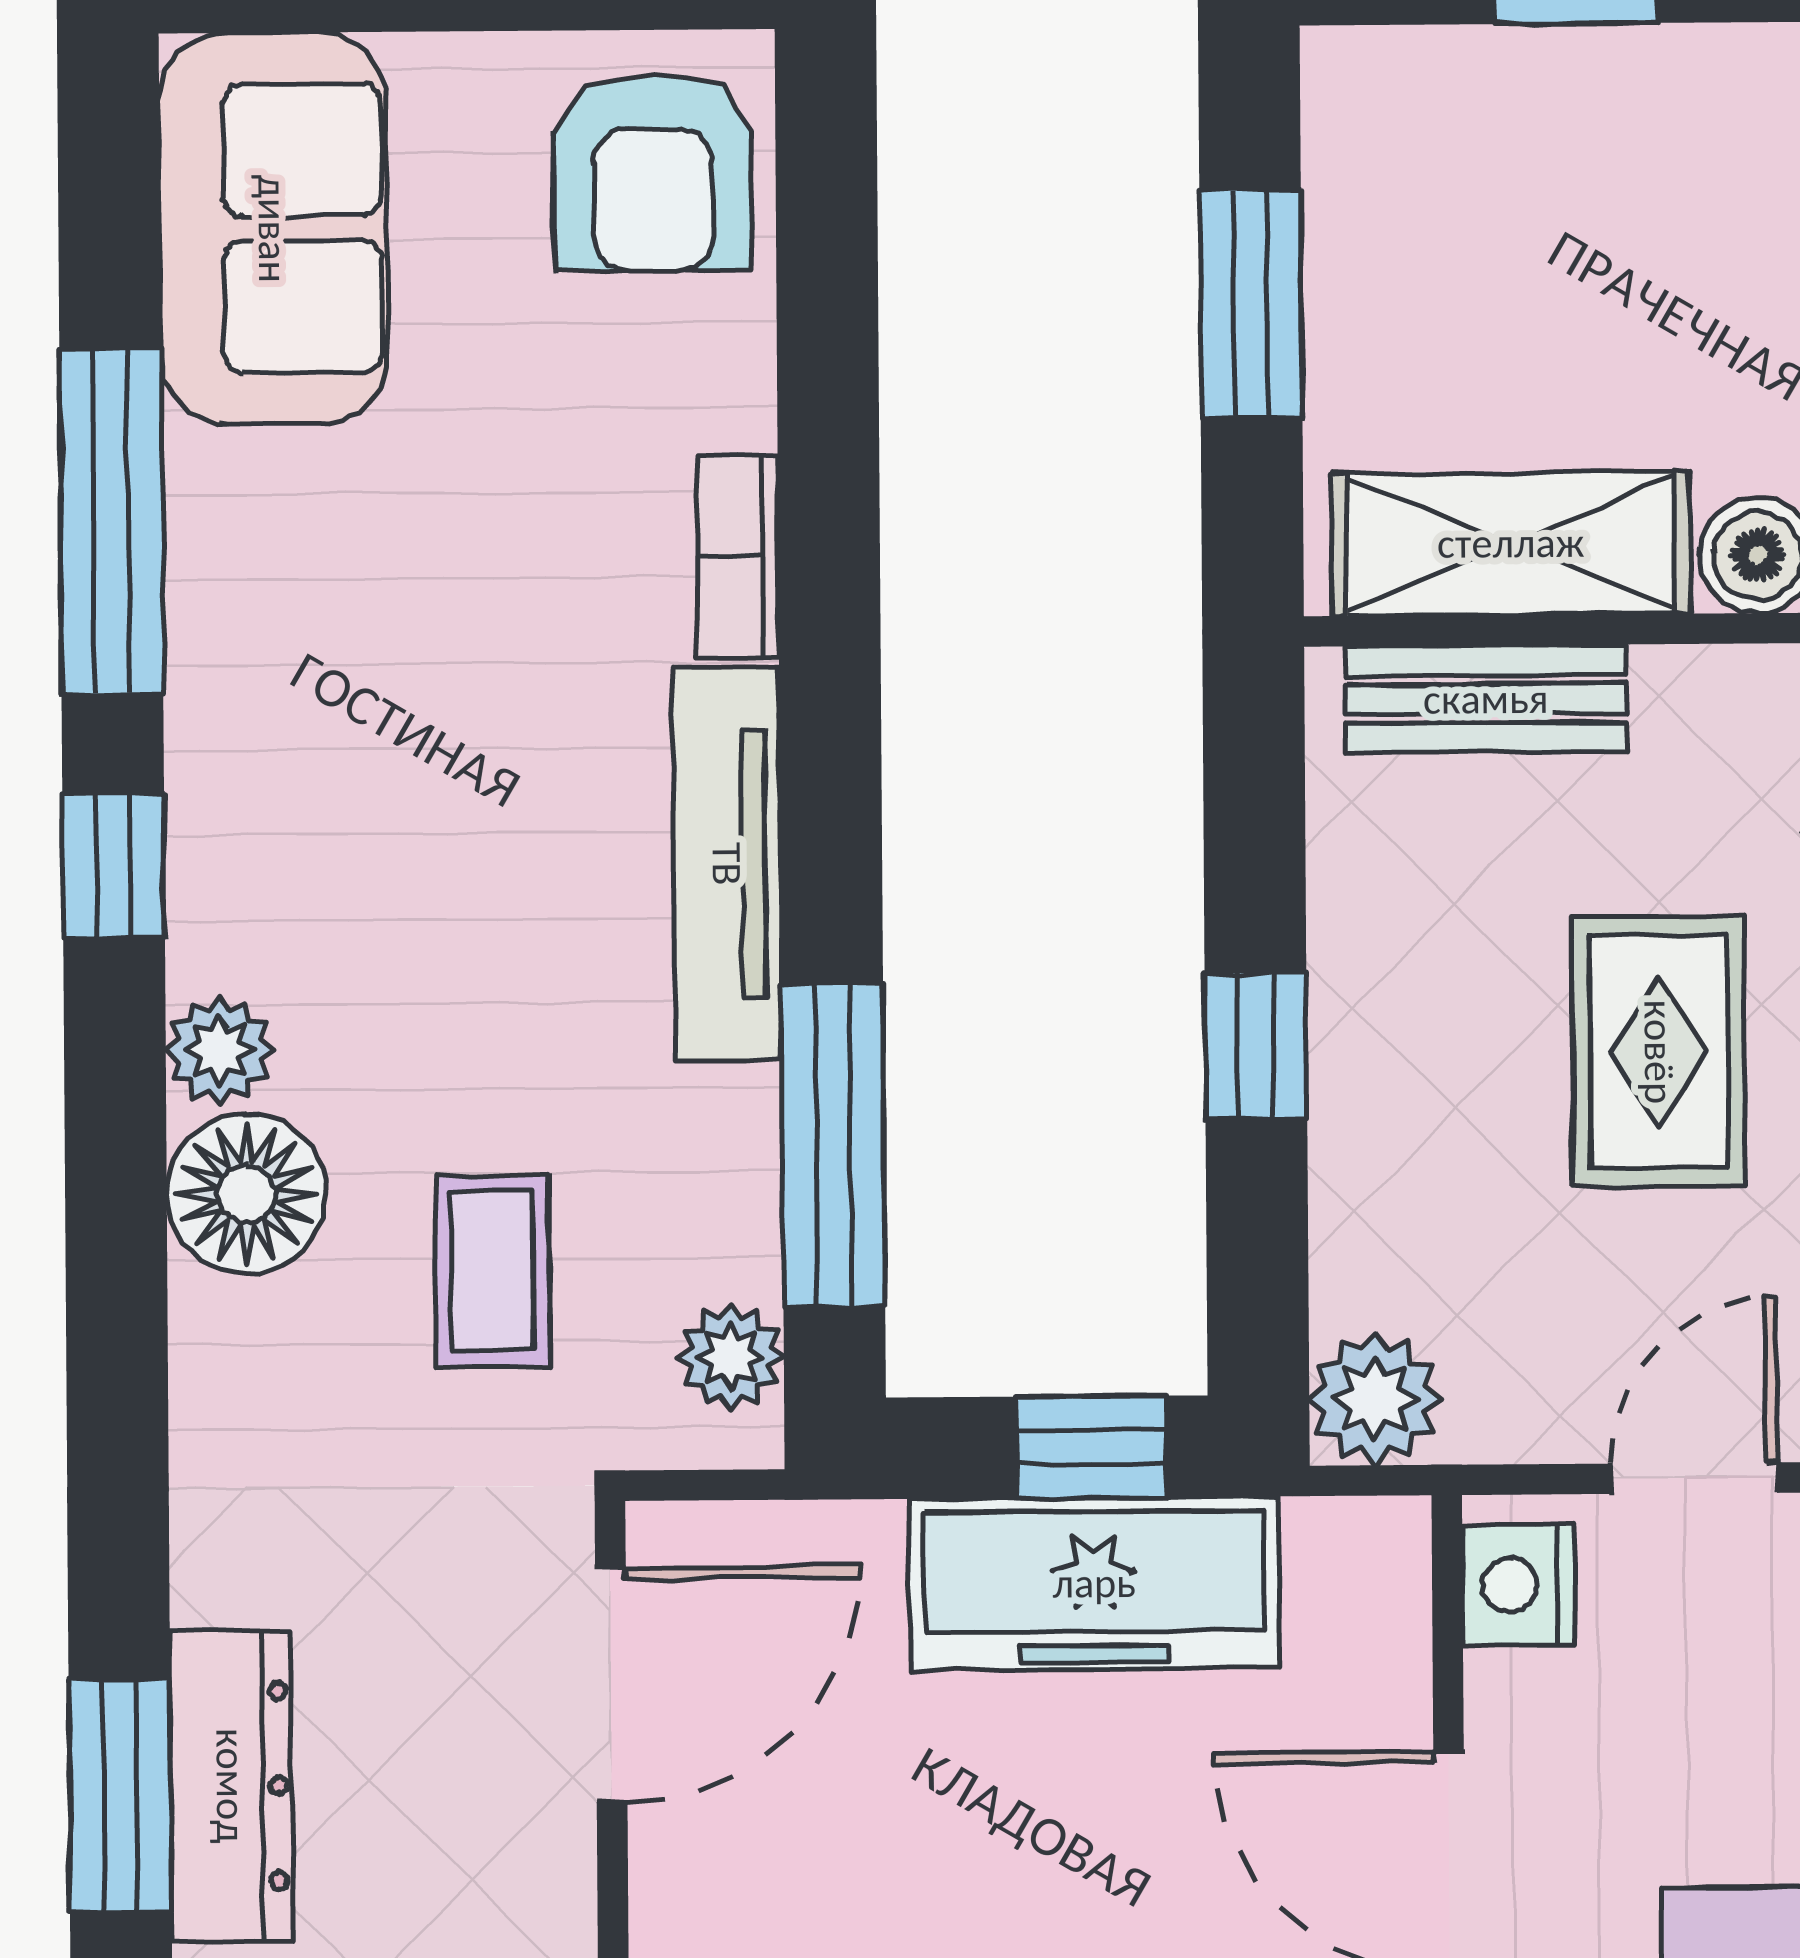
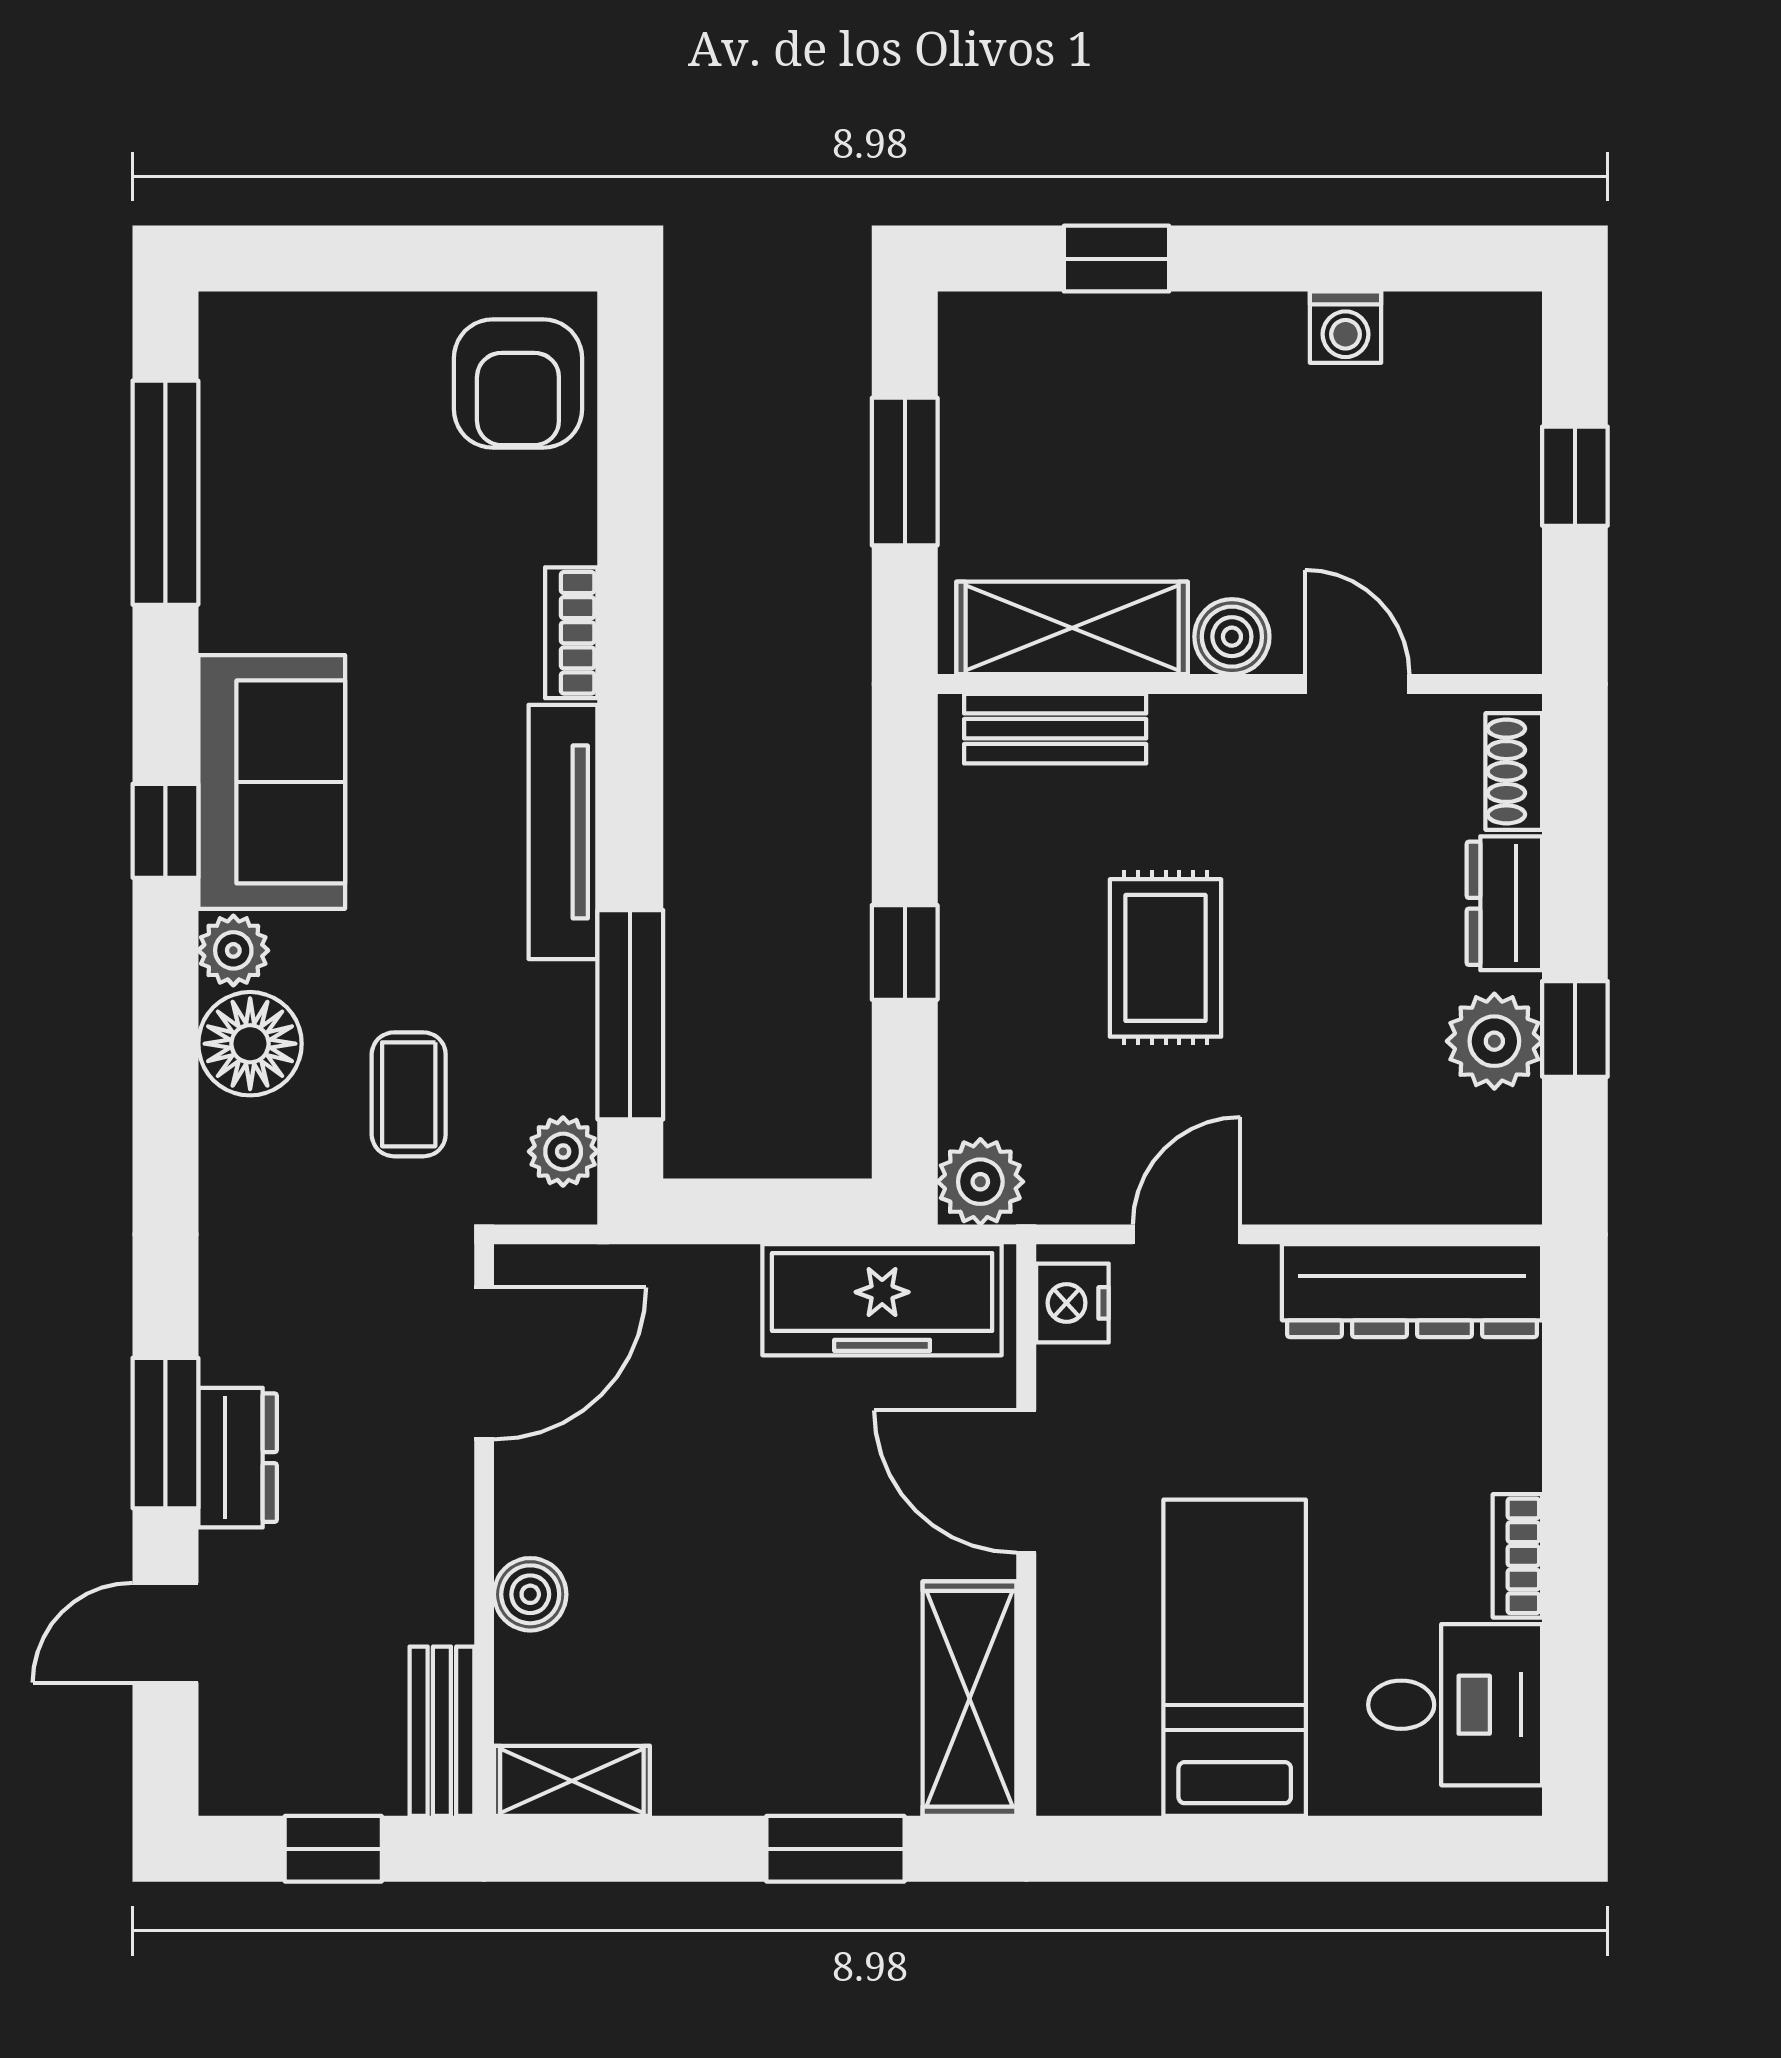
sofa: (273, 229) -> (272, 782), moved
window: (111, 521) -> (165, 493), moved
window: (1091, 1447) -> (796, 1211), removed
freezer: (1094, 1583) -> (882, 1300), moved
dresser: (231, 1786) -> (238, 1458), width x0.70

